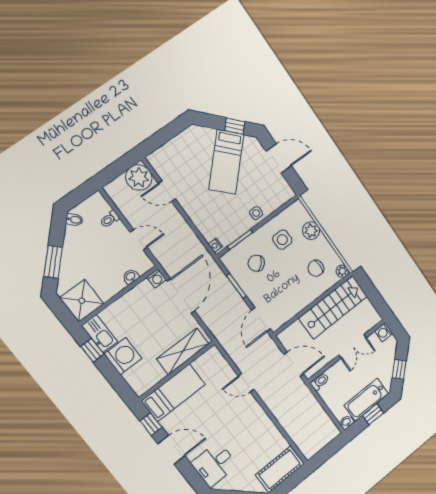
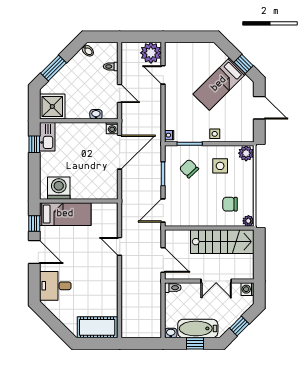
plant: (311, 231) -> (246, 153), moved
shelving: (183, 351) -> (93, 191), removed
washing machine: (123, 356) -> (59, 188), moved, turned -90

